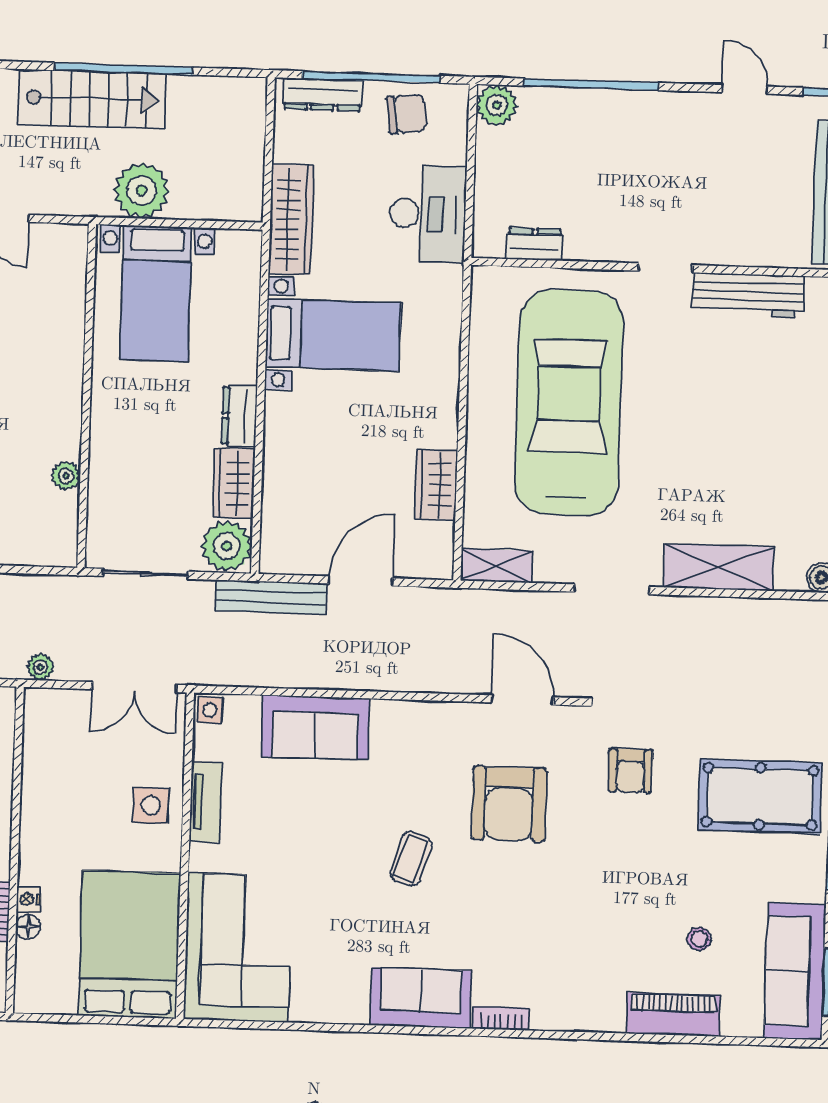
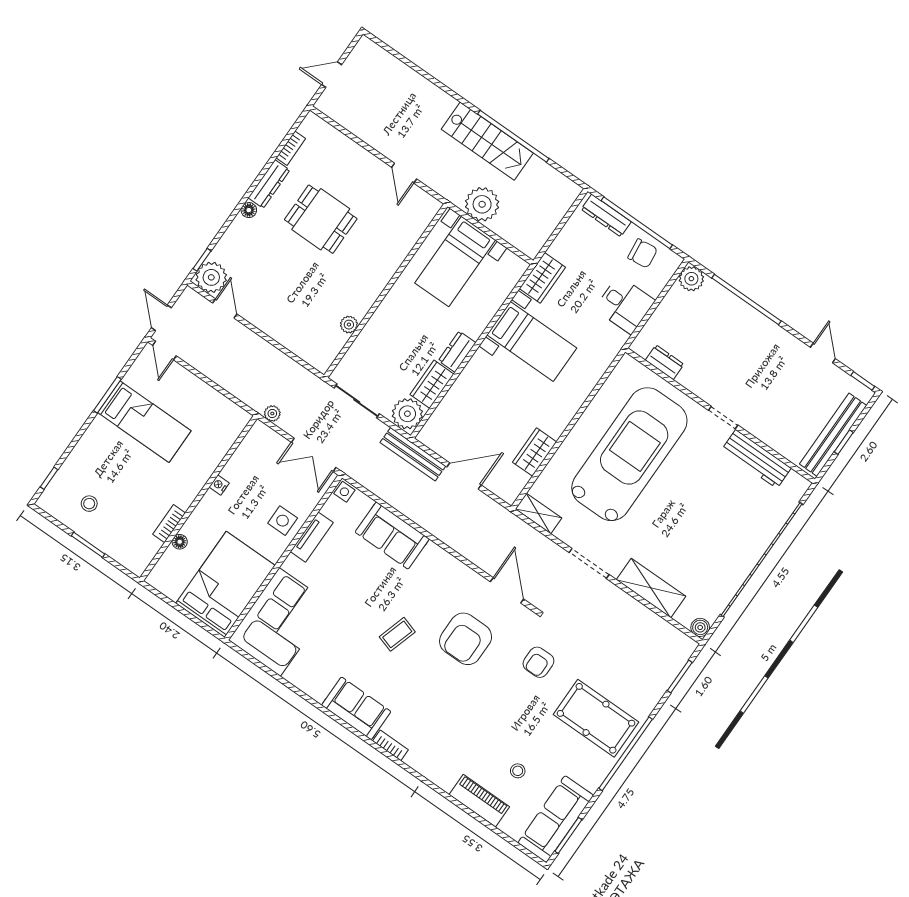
desk: (428, 214) -> (625, 305), width x0.73
wardrobe: (291, 220) -> (542, 278), width x0.67
nightstand: (28, 899) -> (219, 485), moved

